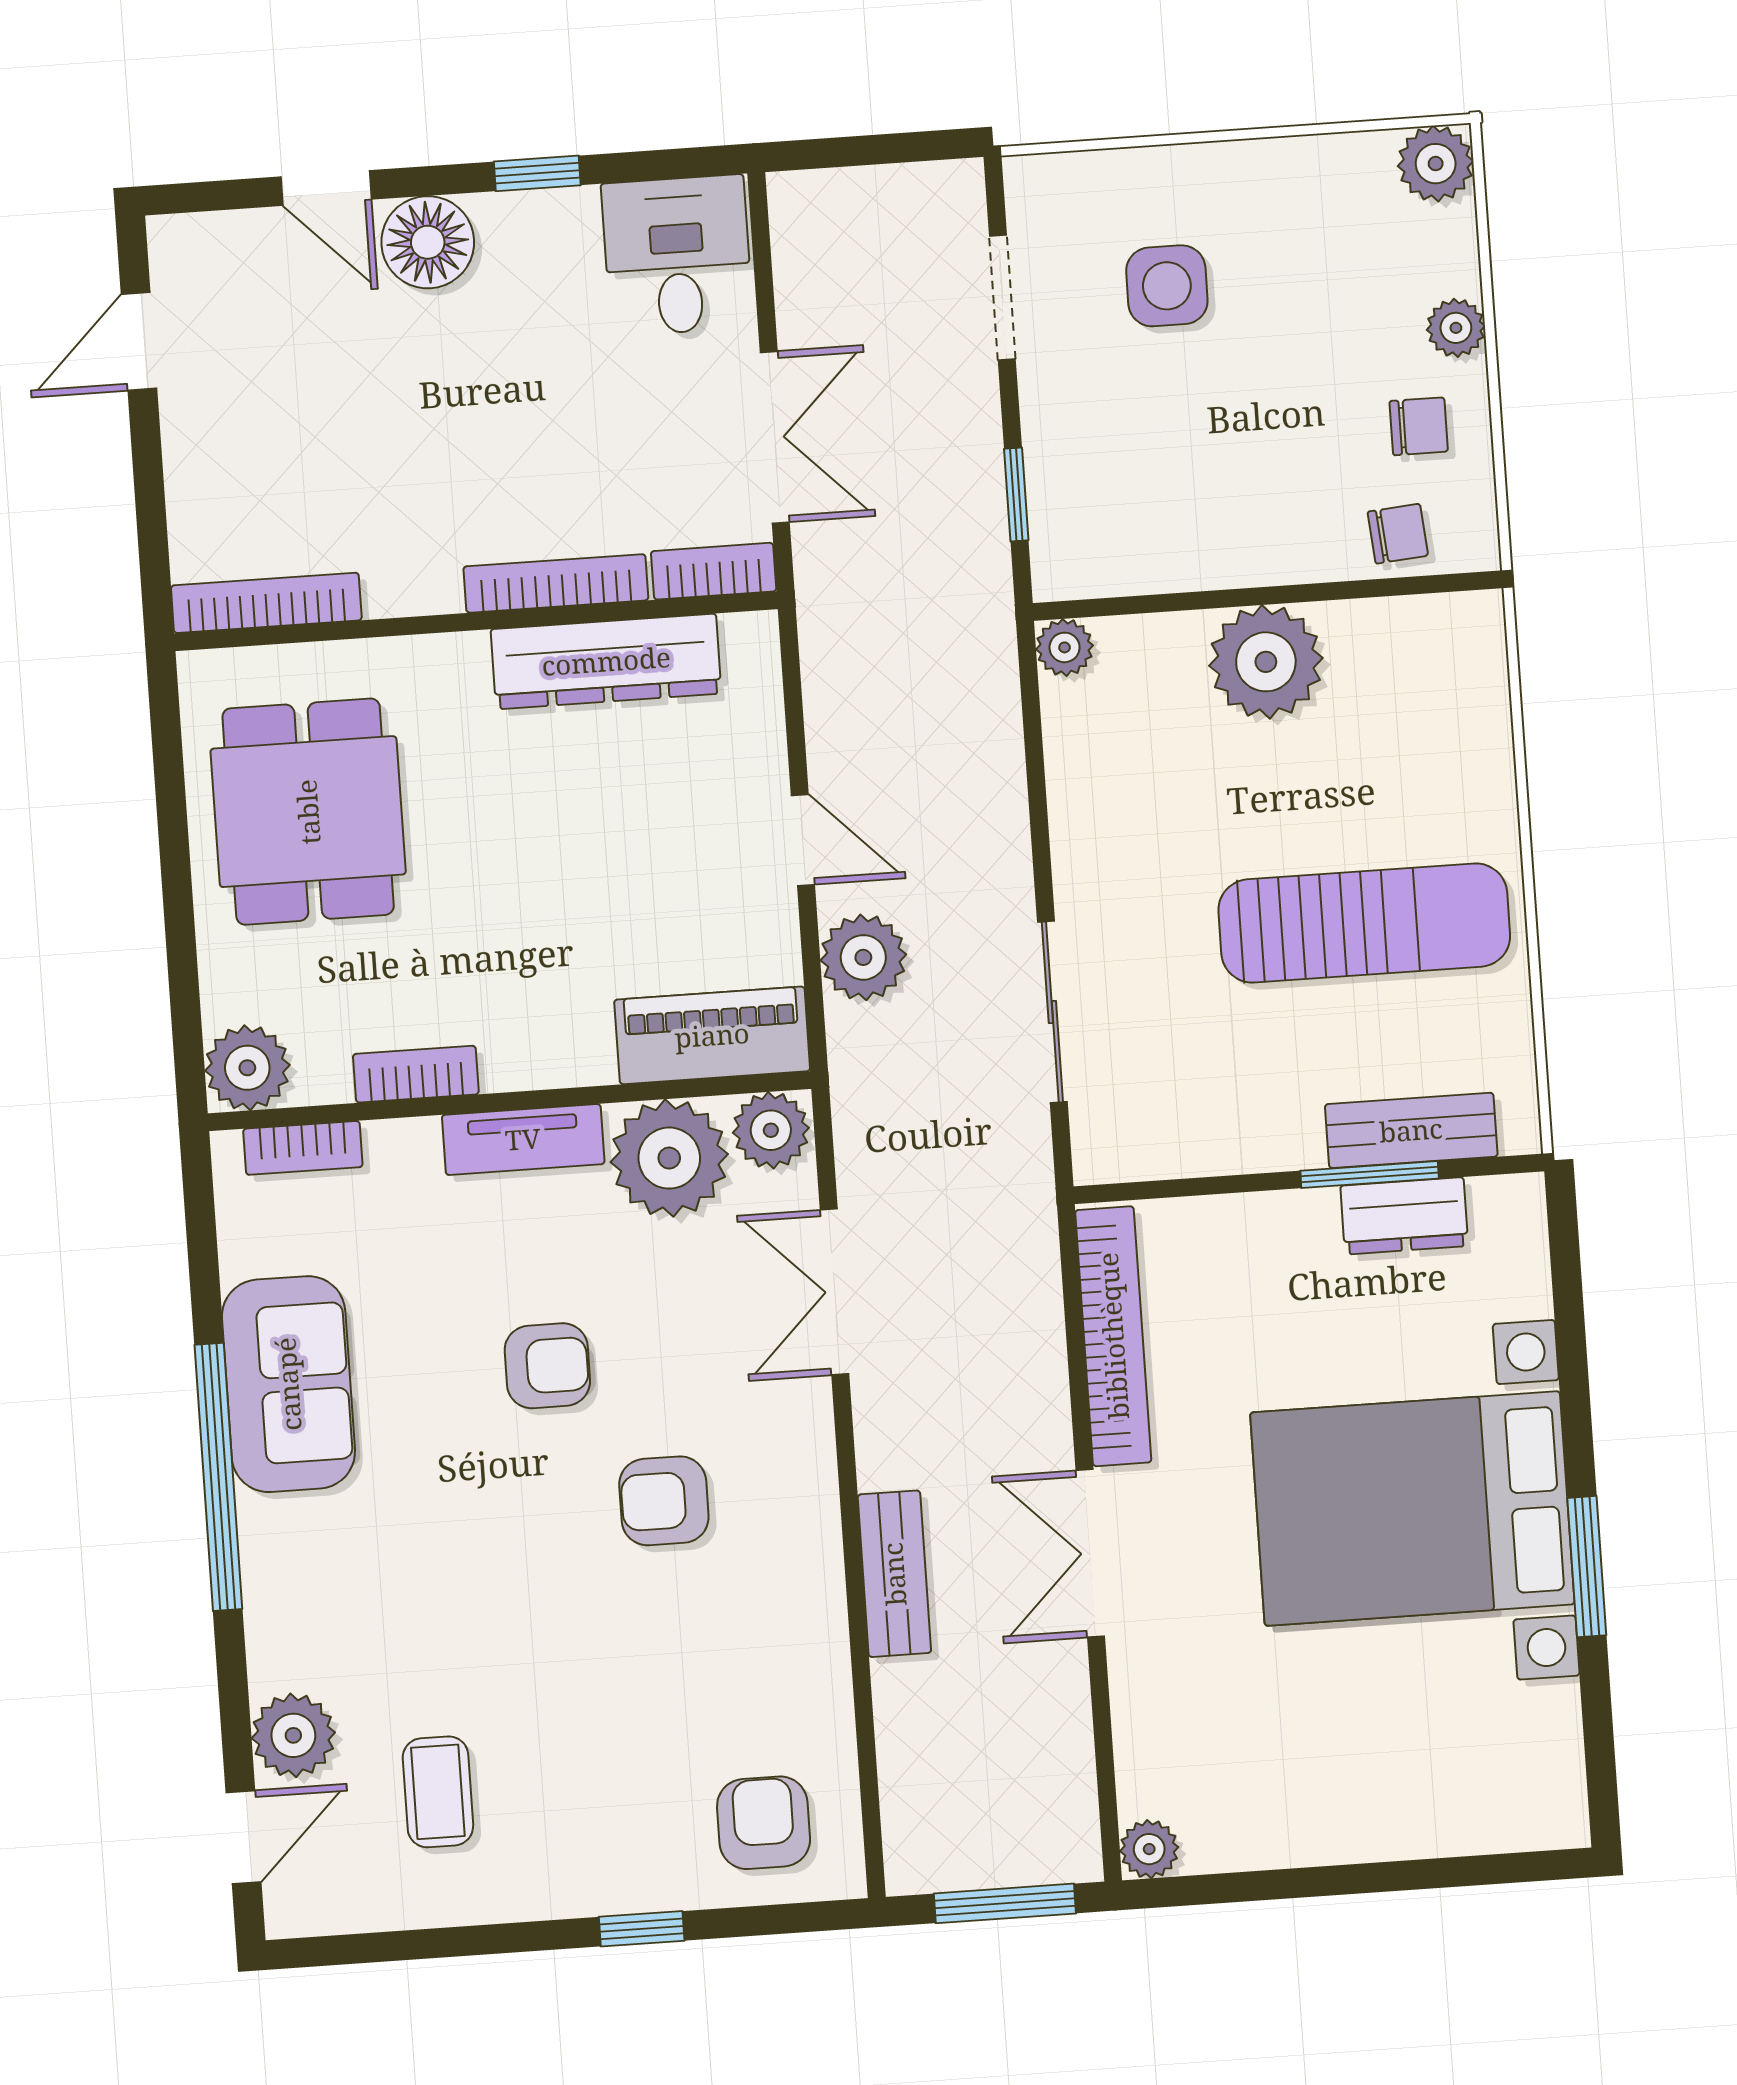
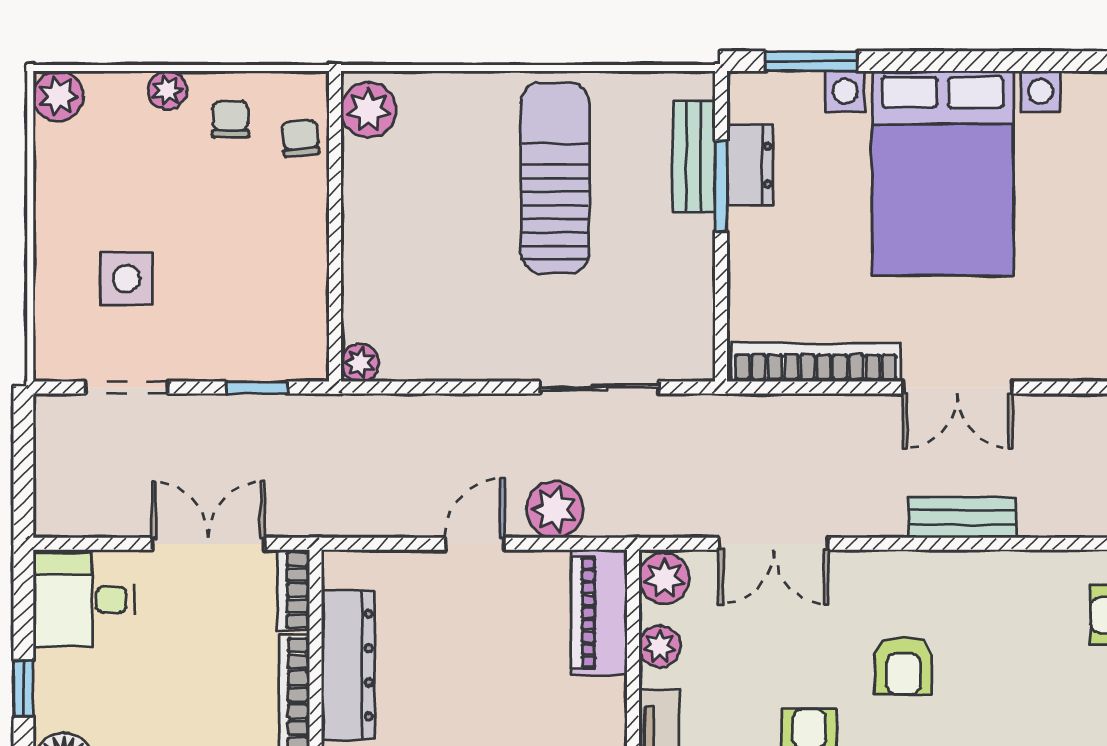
plant: (1266, 662) -> (369, 110), moved, width x0.73, depth x0.73
plant: (669, 1158) -> (660, 646), width x0.53, depth x0.53
window: (1587, 1567) -> (811, 61), moved

